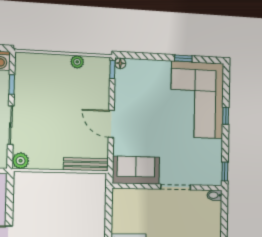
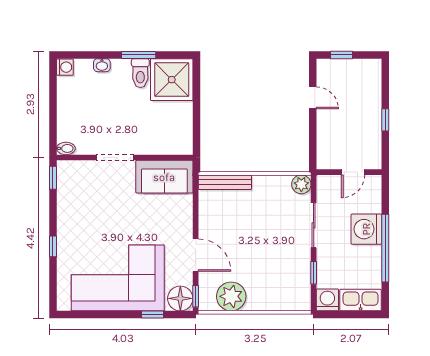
window: (183, 58) -> (153, 315), moved
plant: (77, 62) -> (231, 296), width x1.88, depth x1.88
floor lamp: (120, 63) -> (180, 298), width x1.89, depth x1.89
corner sofa: (197, 100) -> (118, 278), moved, turned -90
door: (111, 124) -> (196, 255), moved

